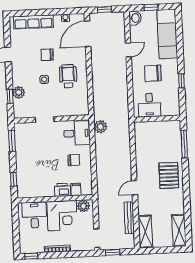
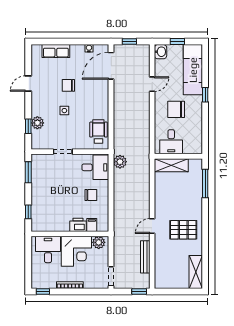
row of seats: (33, 22) -> (56, 51), width x0.68
wheelchair: (68, 76) -> (98, 131), moved
window: (181, 81) -> (205, 95), moved
pallet: (169, 175) -> (183, 230), moved, turned 90
shelving: (145, 232) -> (171, 165), moved, turned 90
window: (113, 252) -> (139, 291), moved

